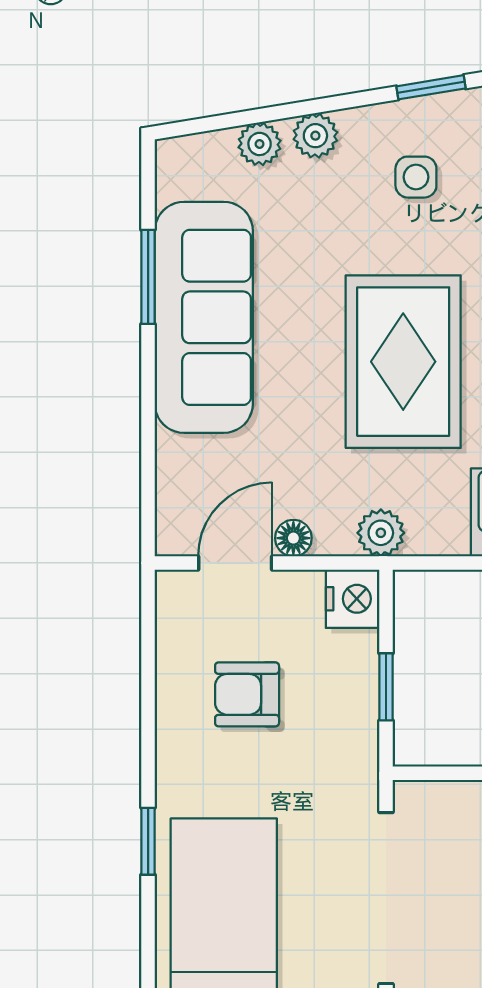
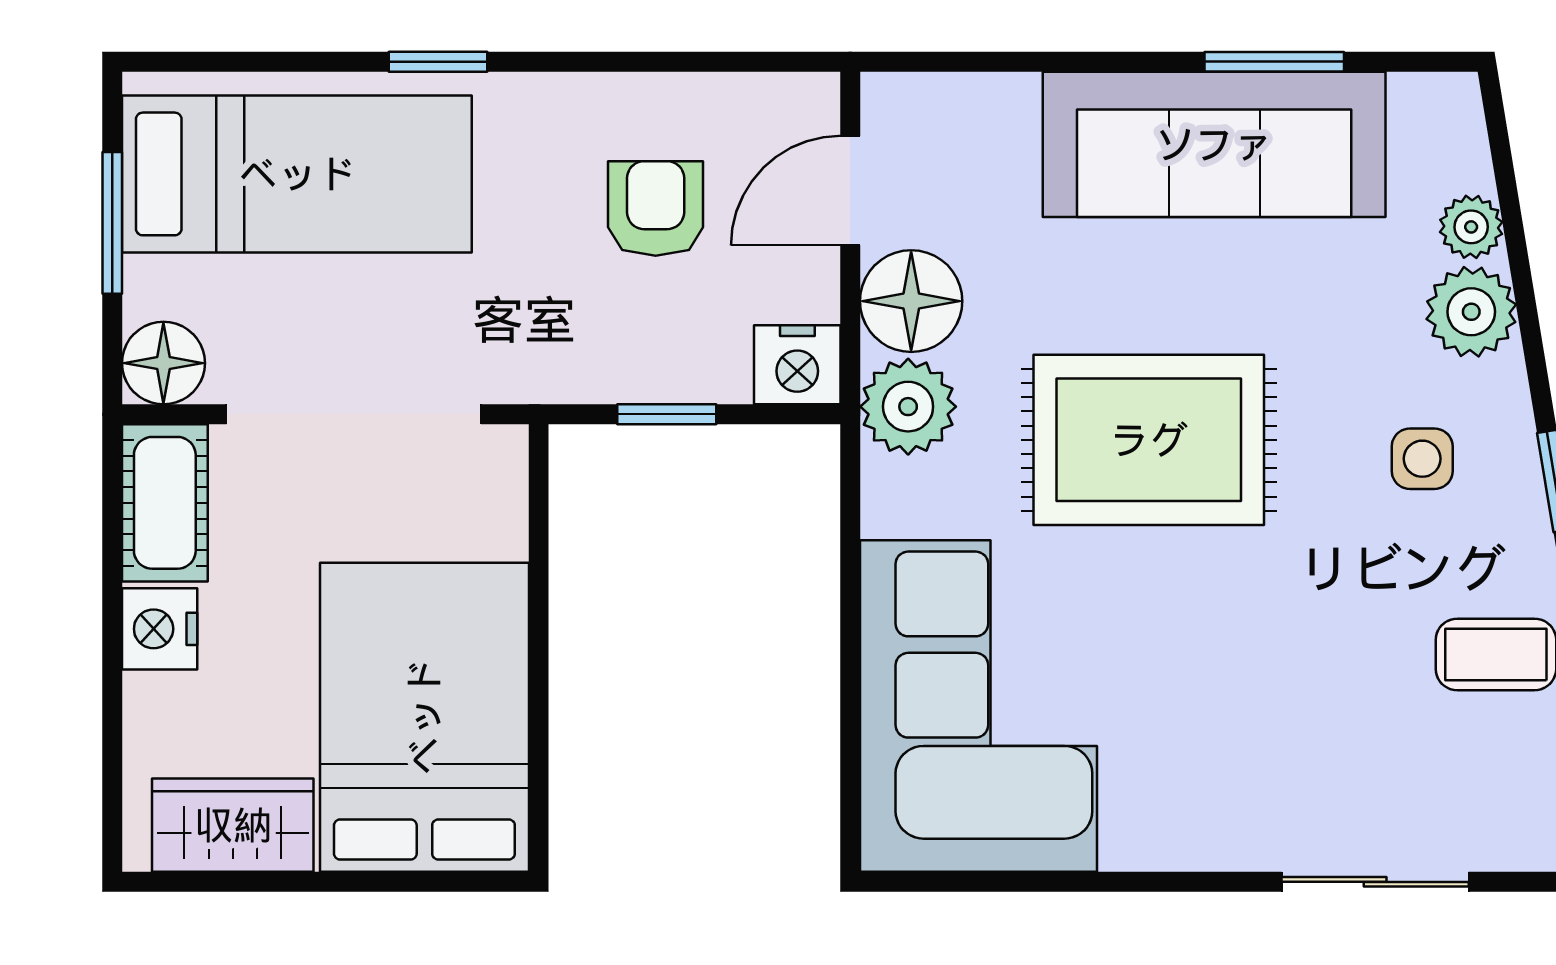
plant: (315, 136) -> (1471, 312), width x1.38, depth x1.38
plant: (381, 533) -> (908, 407), width x1.38, depth x1.38
floor lamp: (293, 538) -> (911, 301), width x1.89, depth x1.89
door: (235, 563) -> (850, 191), swing flipped

